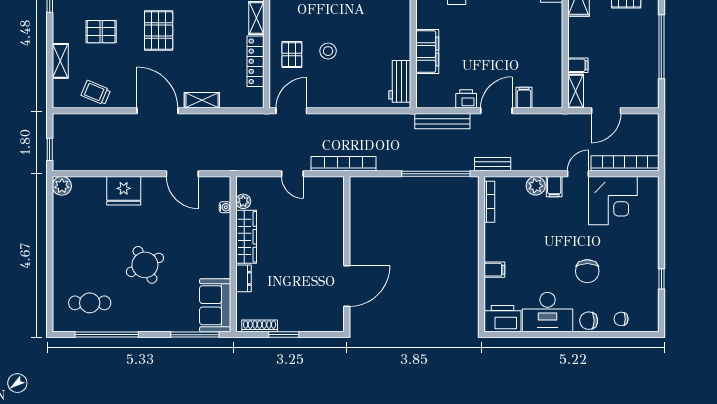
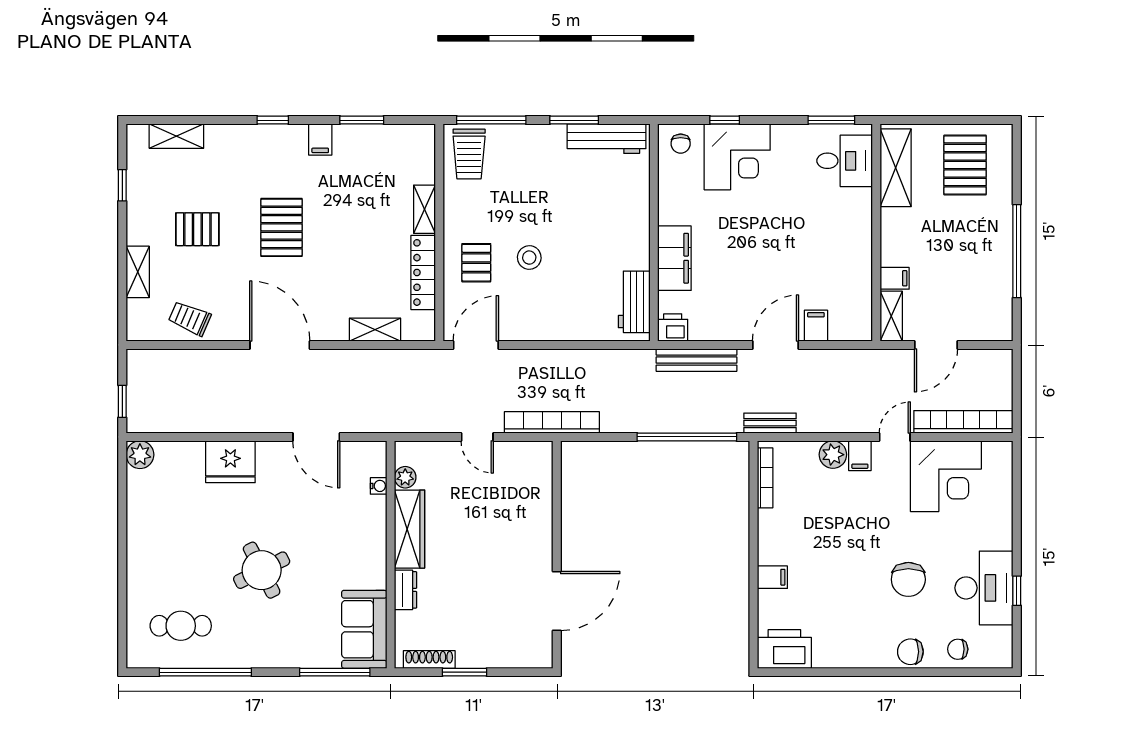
printer: (466, 99) -> (673, 327), moved
shelving: (202, 100) -> (375, 330), moved
desk: (548, 312) -> (984, 588), moved, turned -90

